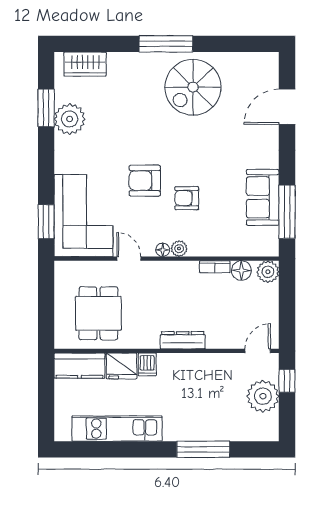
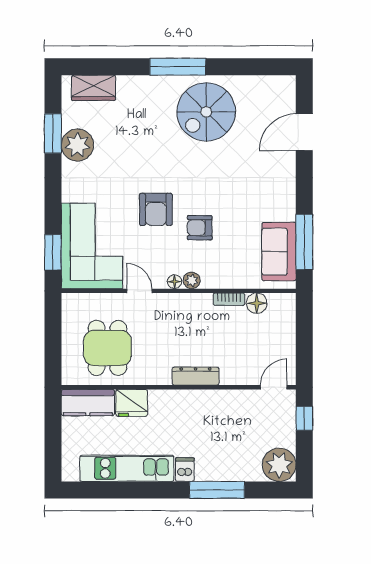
armchair: (145, 181) -> (156, 209), turned -90
sofa: (263, 197) -> (279, 252), moved
plant: (268, 272) -> (284, 305), removed
dishwasher: (147, 364) -> (185, 470), moved, turned 180
plant: (263, 396) -> (279, 465), moved

